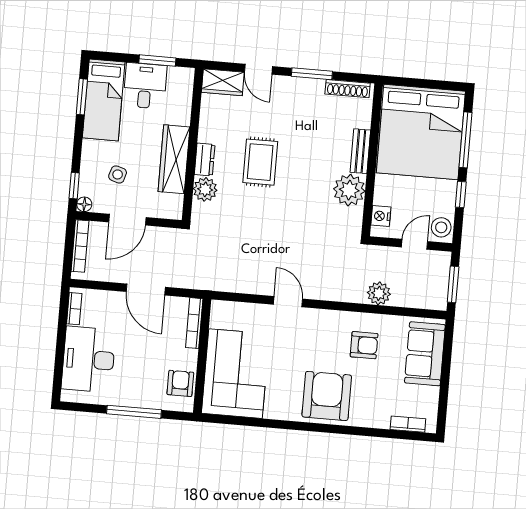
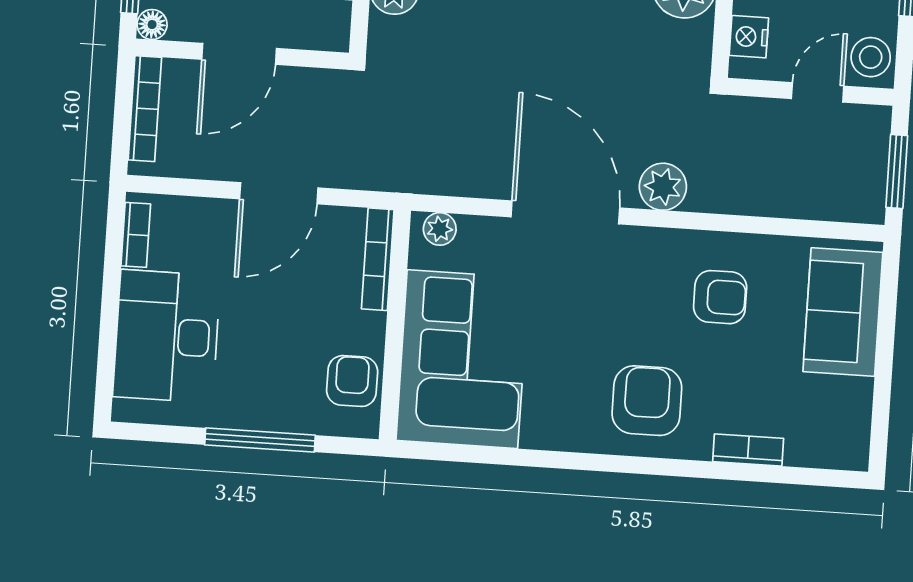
door: (146, 289) -> (279, 193), hinge flipped
plant: (379, 293) -> (663, 187), moved
door: (288, 302) -> (565, 212), width x1.87
plant: (225, 309) -> (440, 229), added
armchair: (327, 396) -> (647, 401), width x0.73, depth x0.73
bookcase: (408, 424) -> (748, 450), moved

